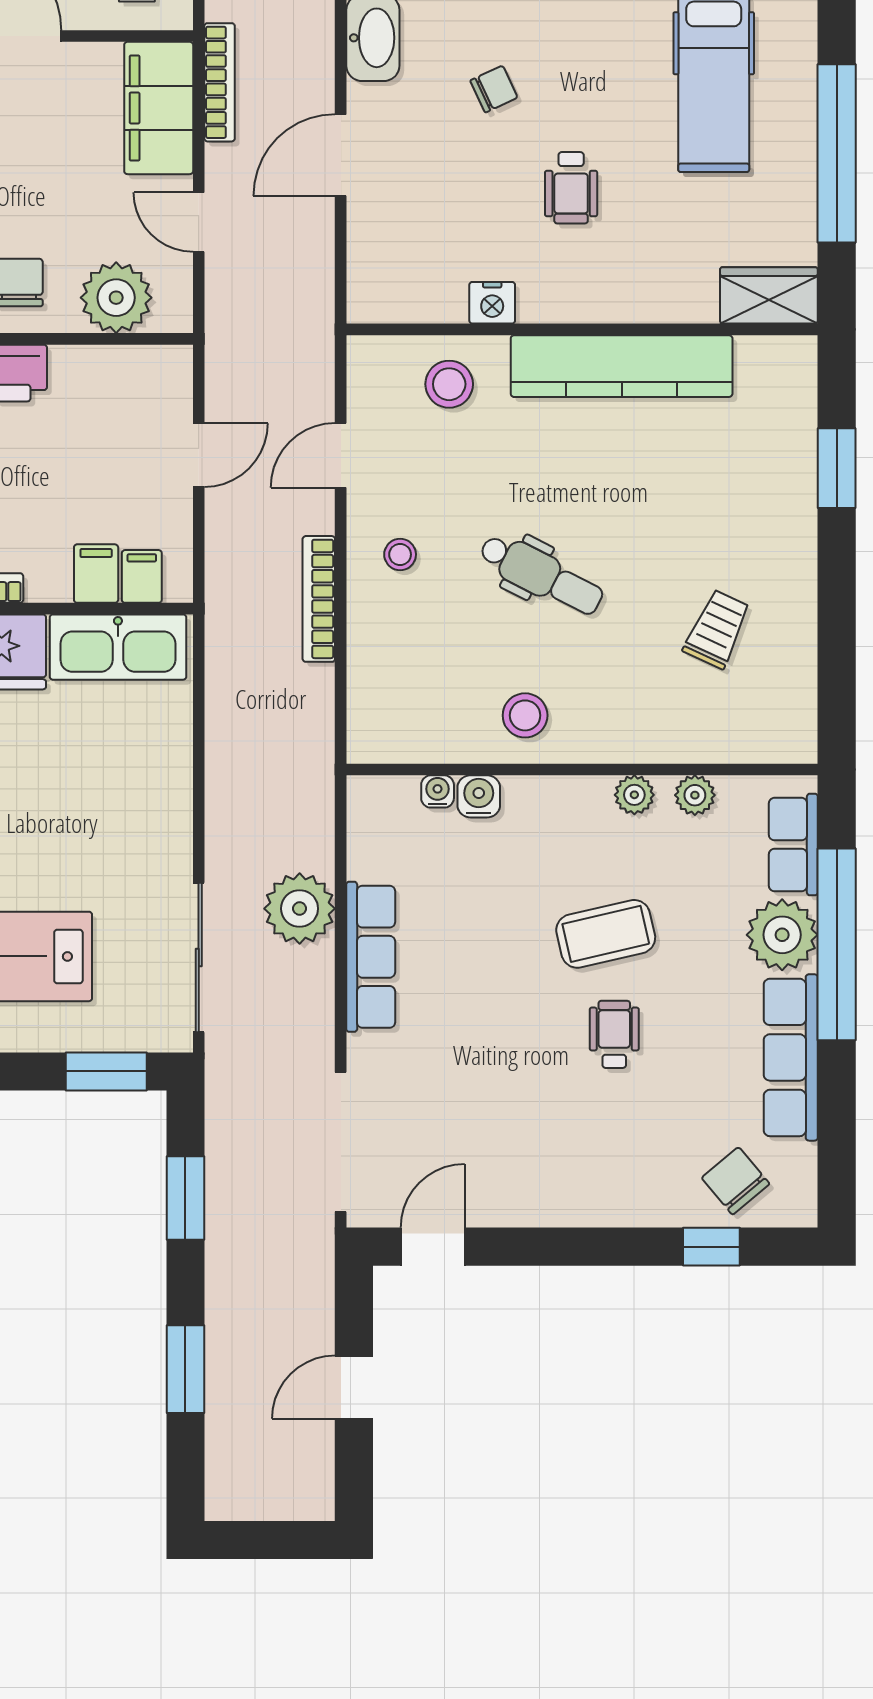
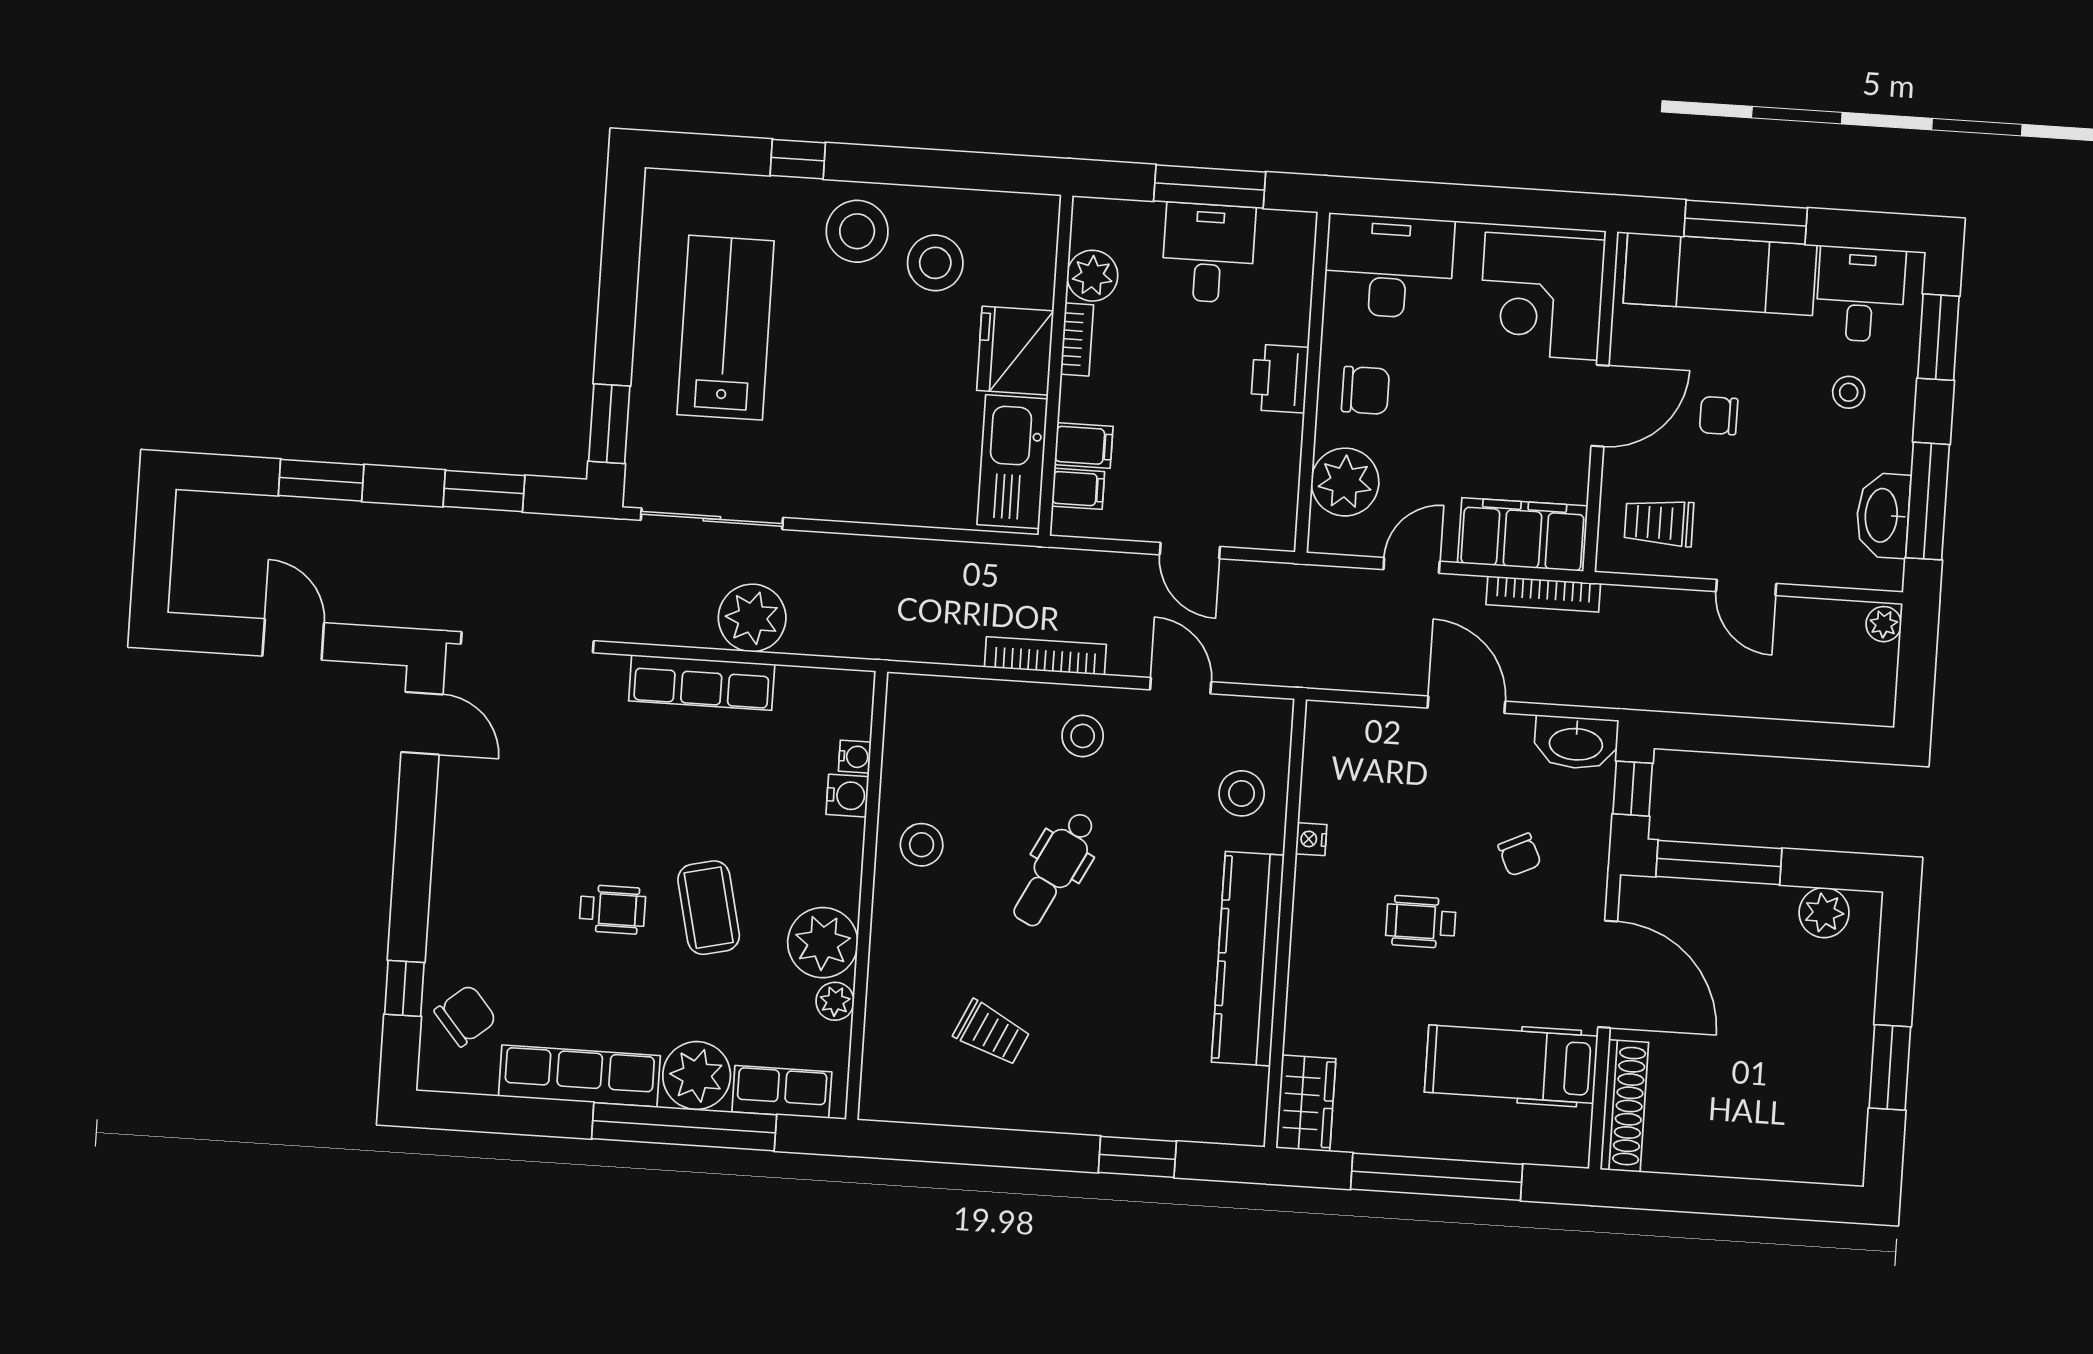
nightstand: (492, 303) -> (1311, 839), width x0.72, depth x0.74
stool: (400, 554) -> (1083, 736), width x1.37, depth x1.37
plant: (634, 795) -> (823, 943), width x1.88, depth x1.88

